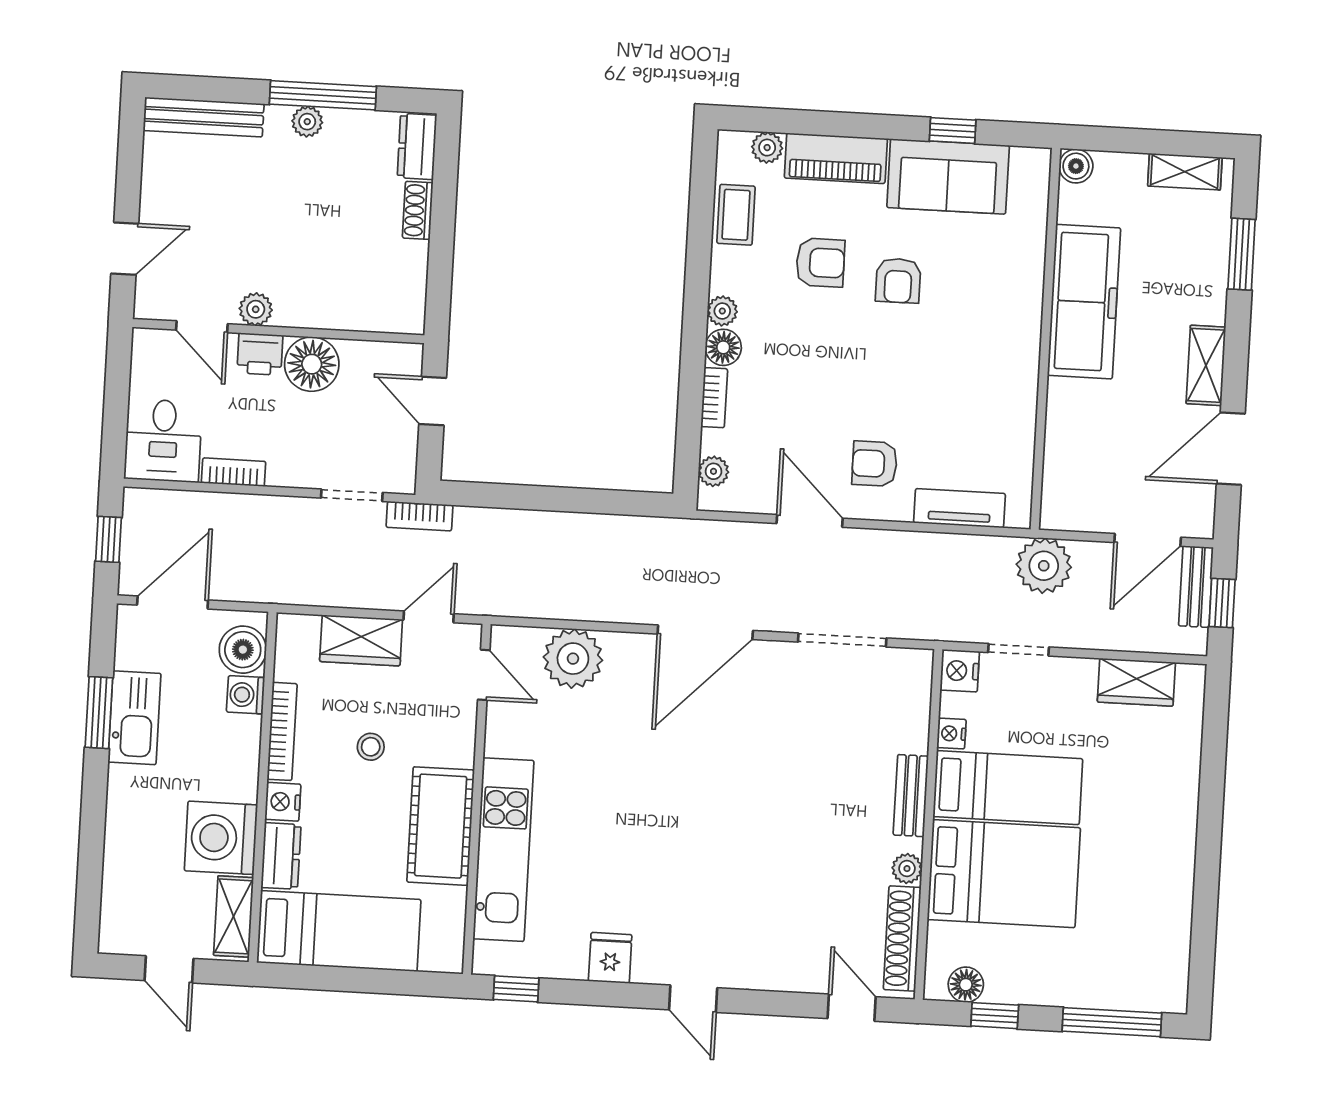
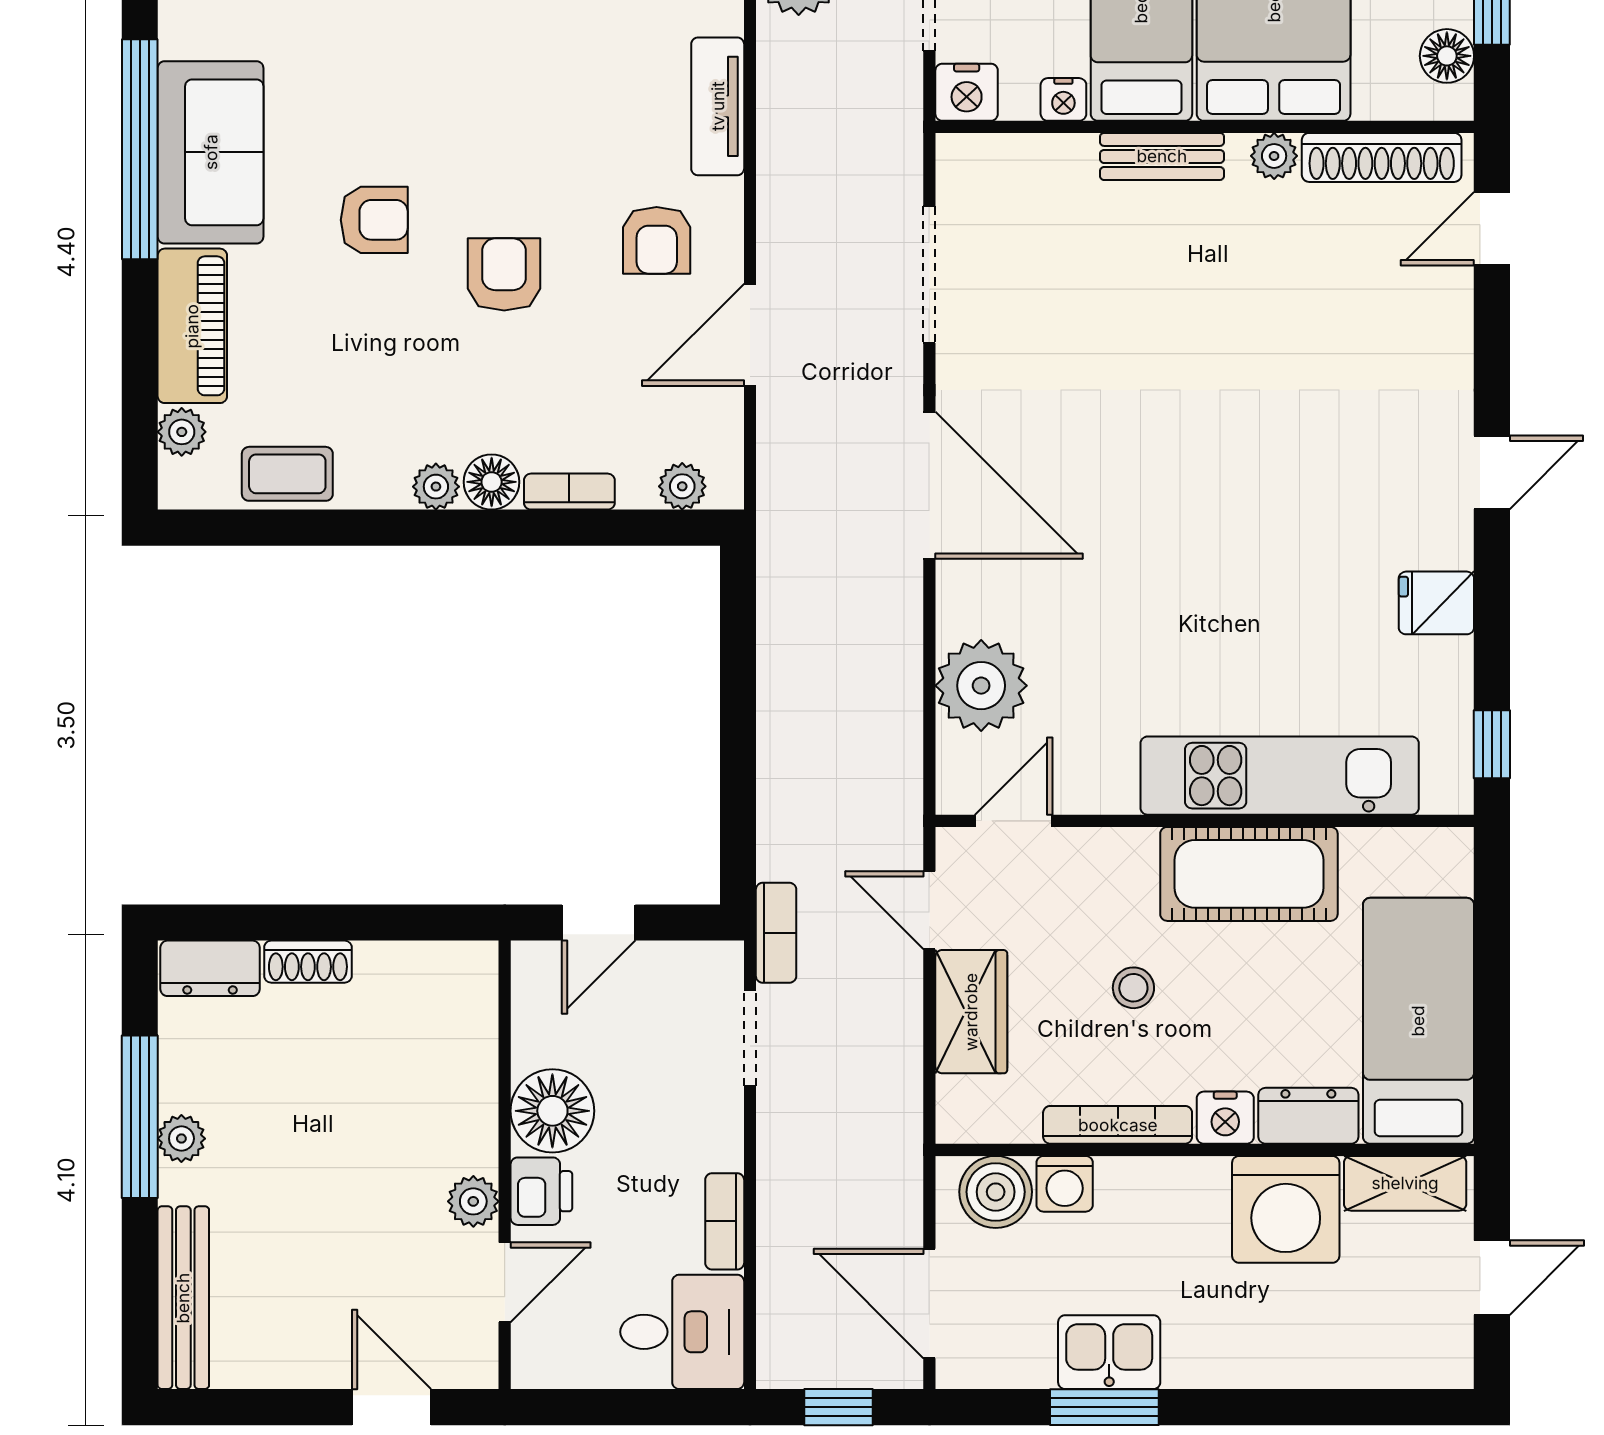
window: (953, 131) -> (140, 149), width x3.17
armchair: (820, 263) -> (504, 274), moved
kitchen sink: (134, 718) -> (1109, 1352), width x0.73

